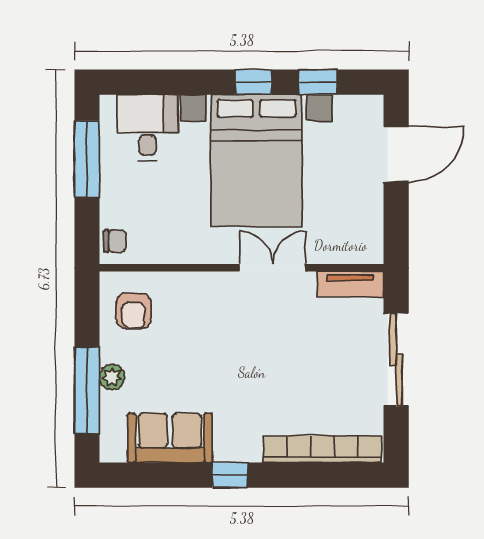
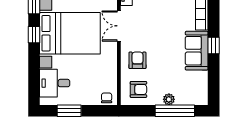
window: (87, 159) -> (69, 111), width x0.69
armchair: (197, 309) -> (137, 60), added
sofa: (170, 438) -> (197, 51), moved

